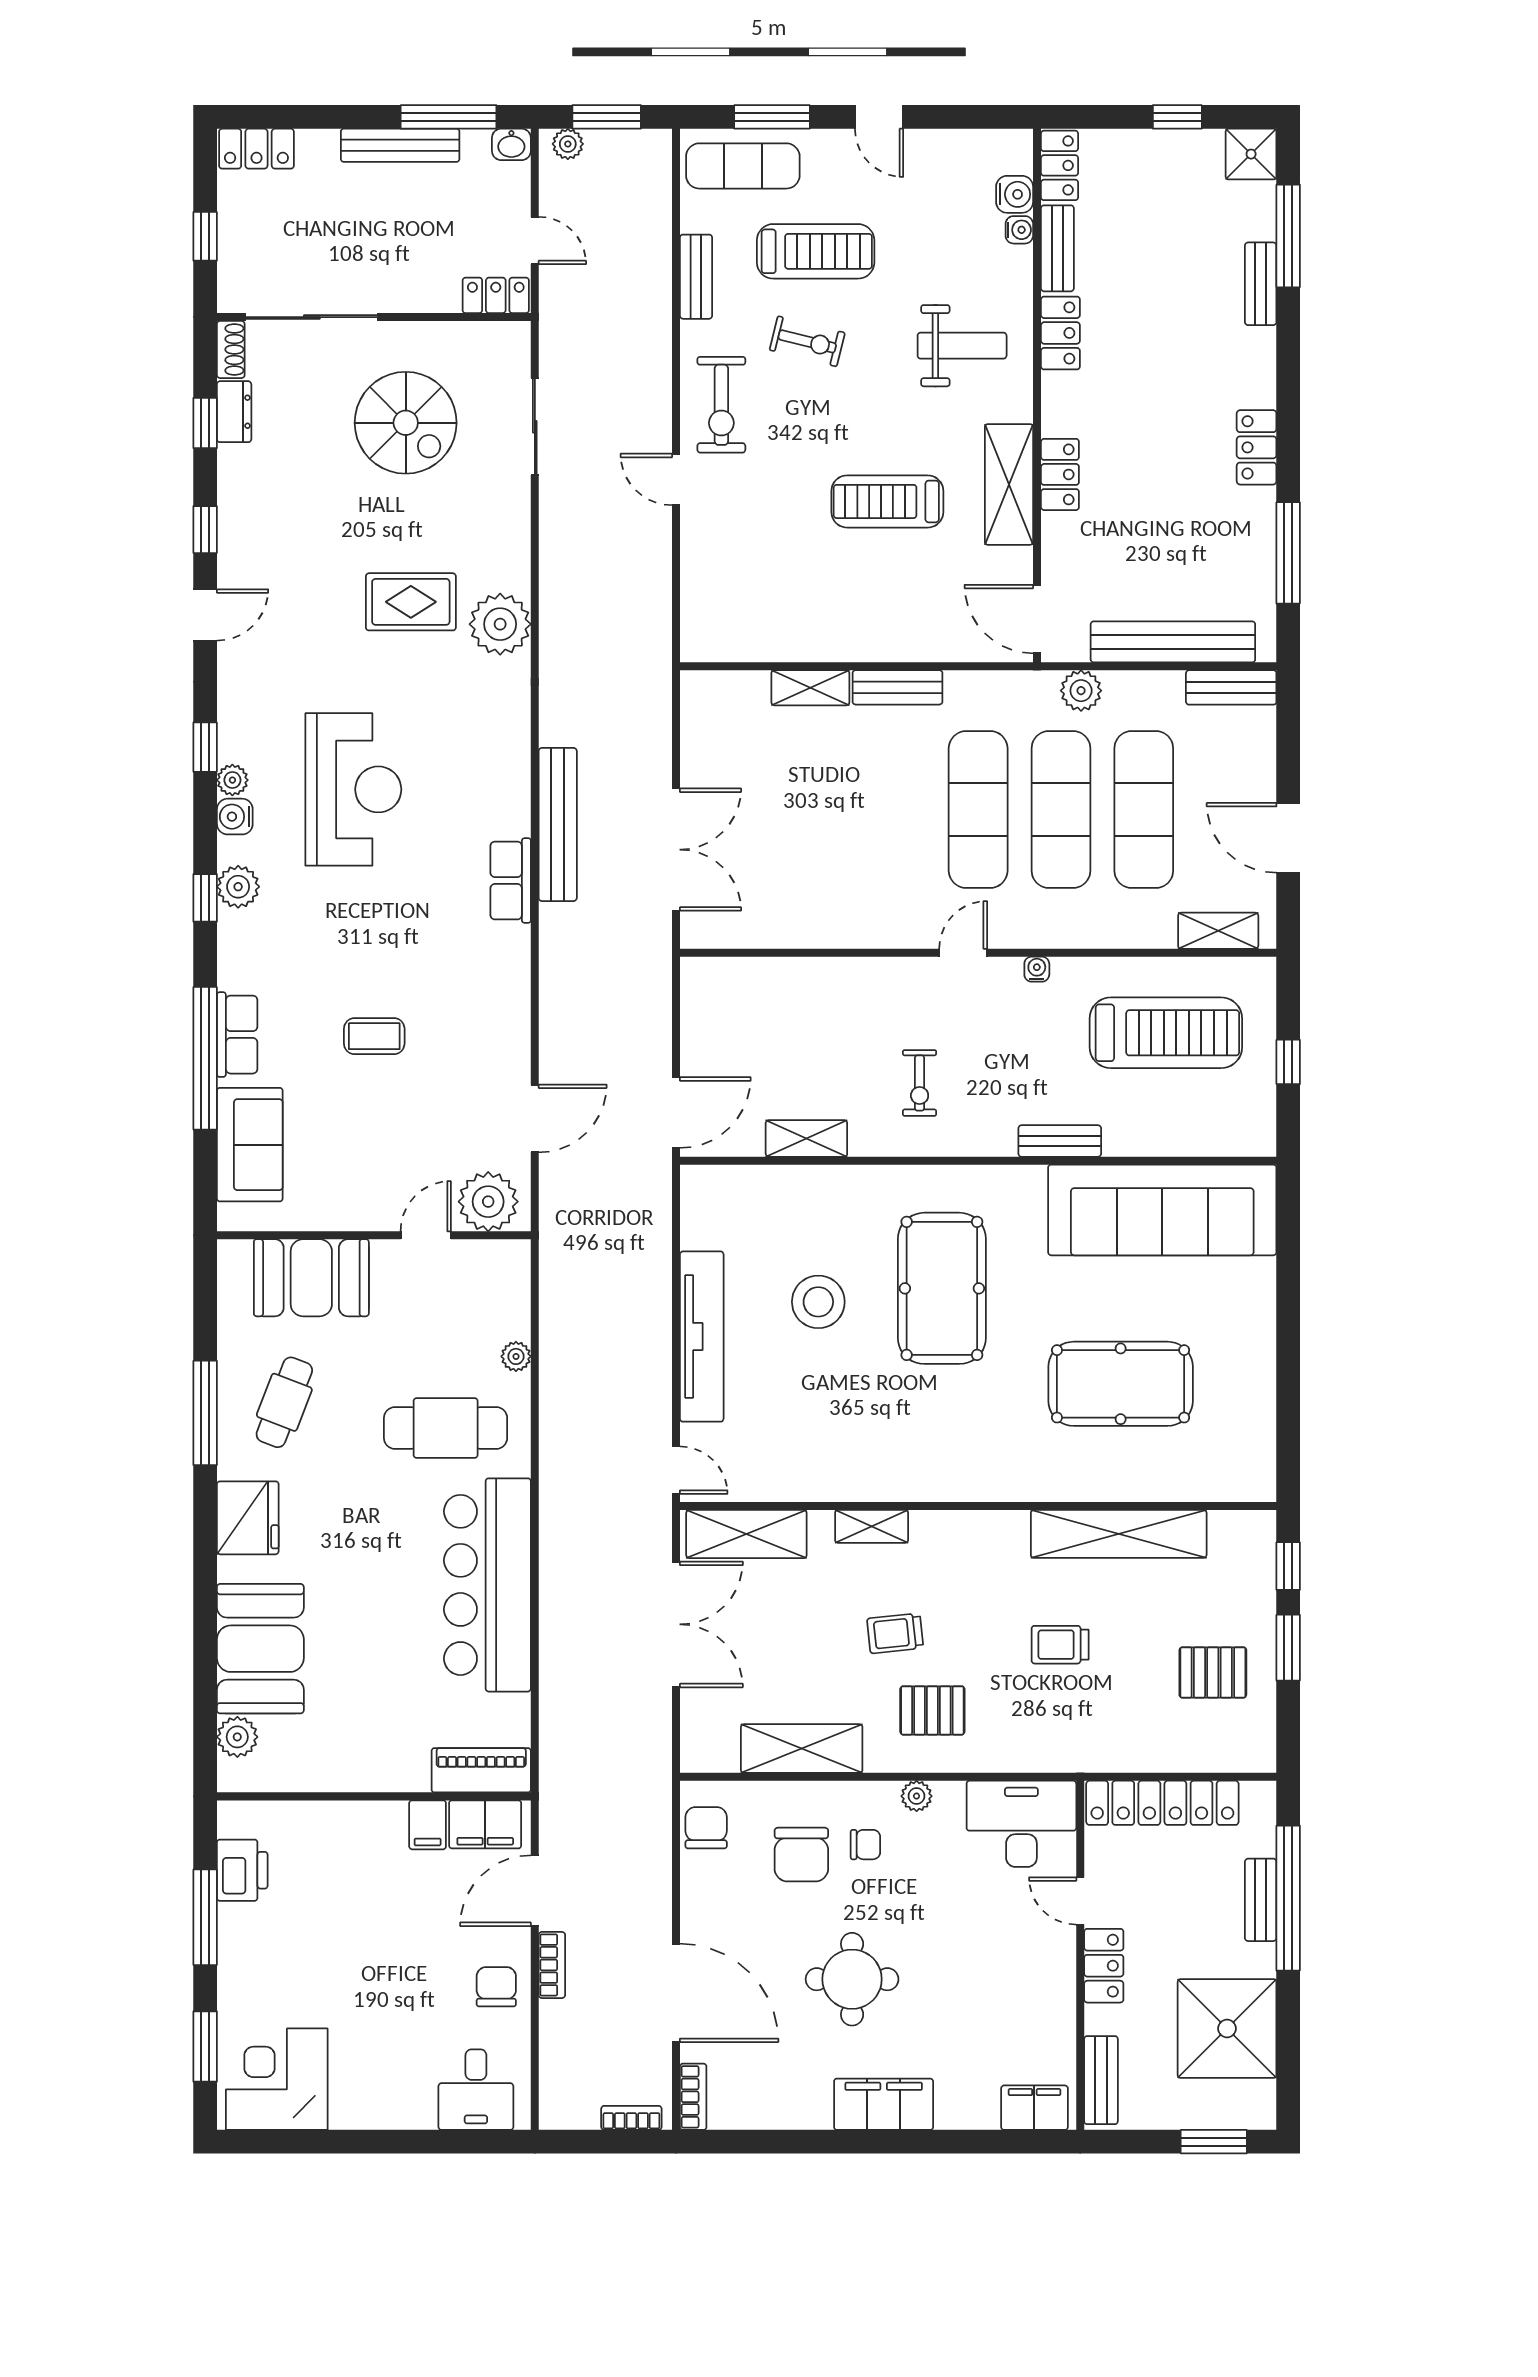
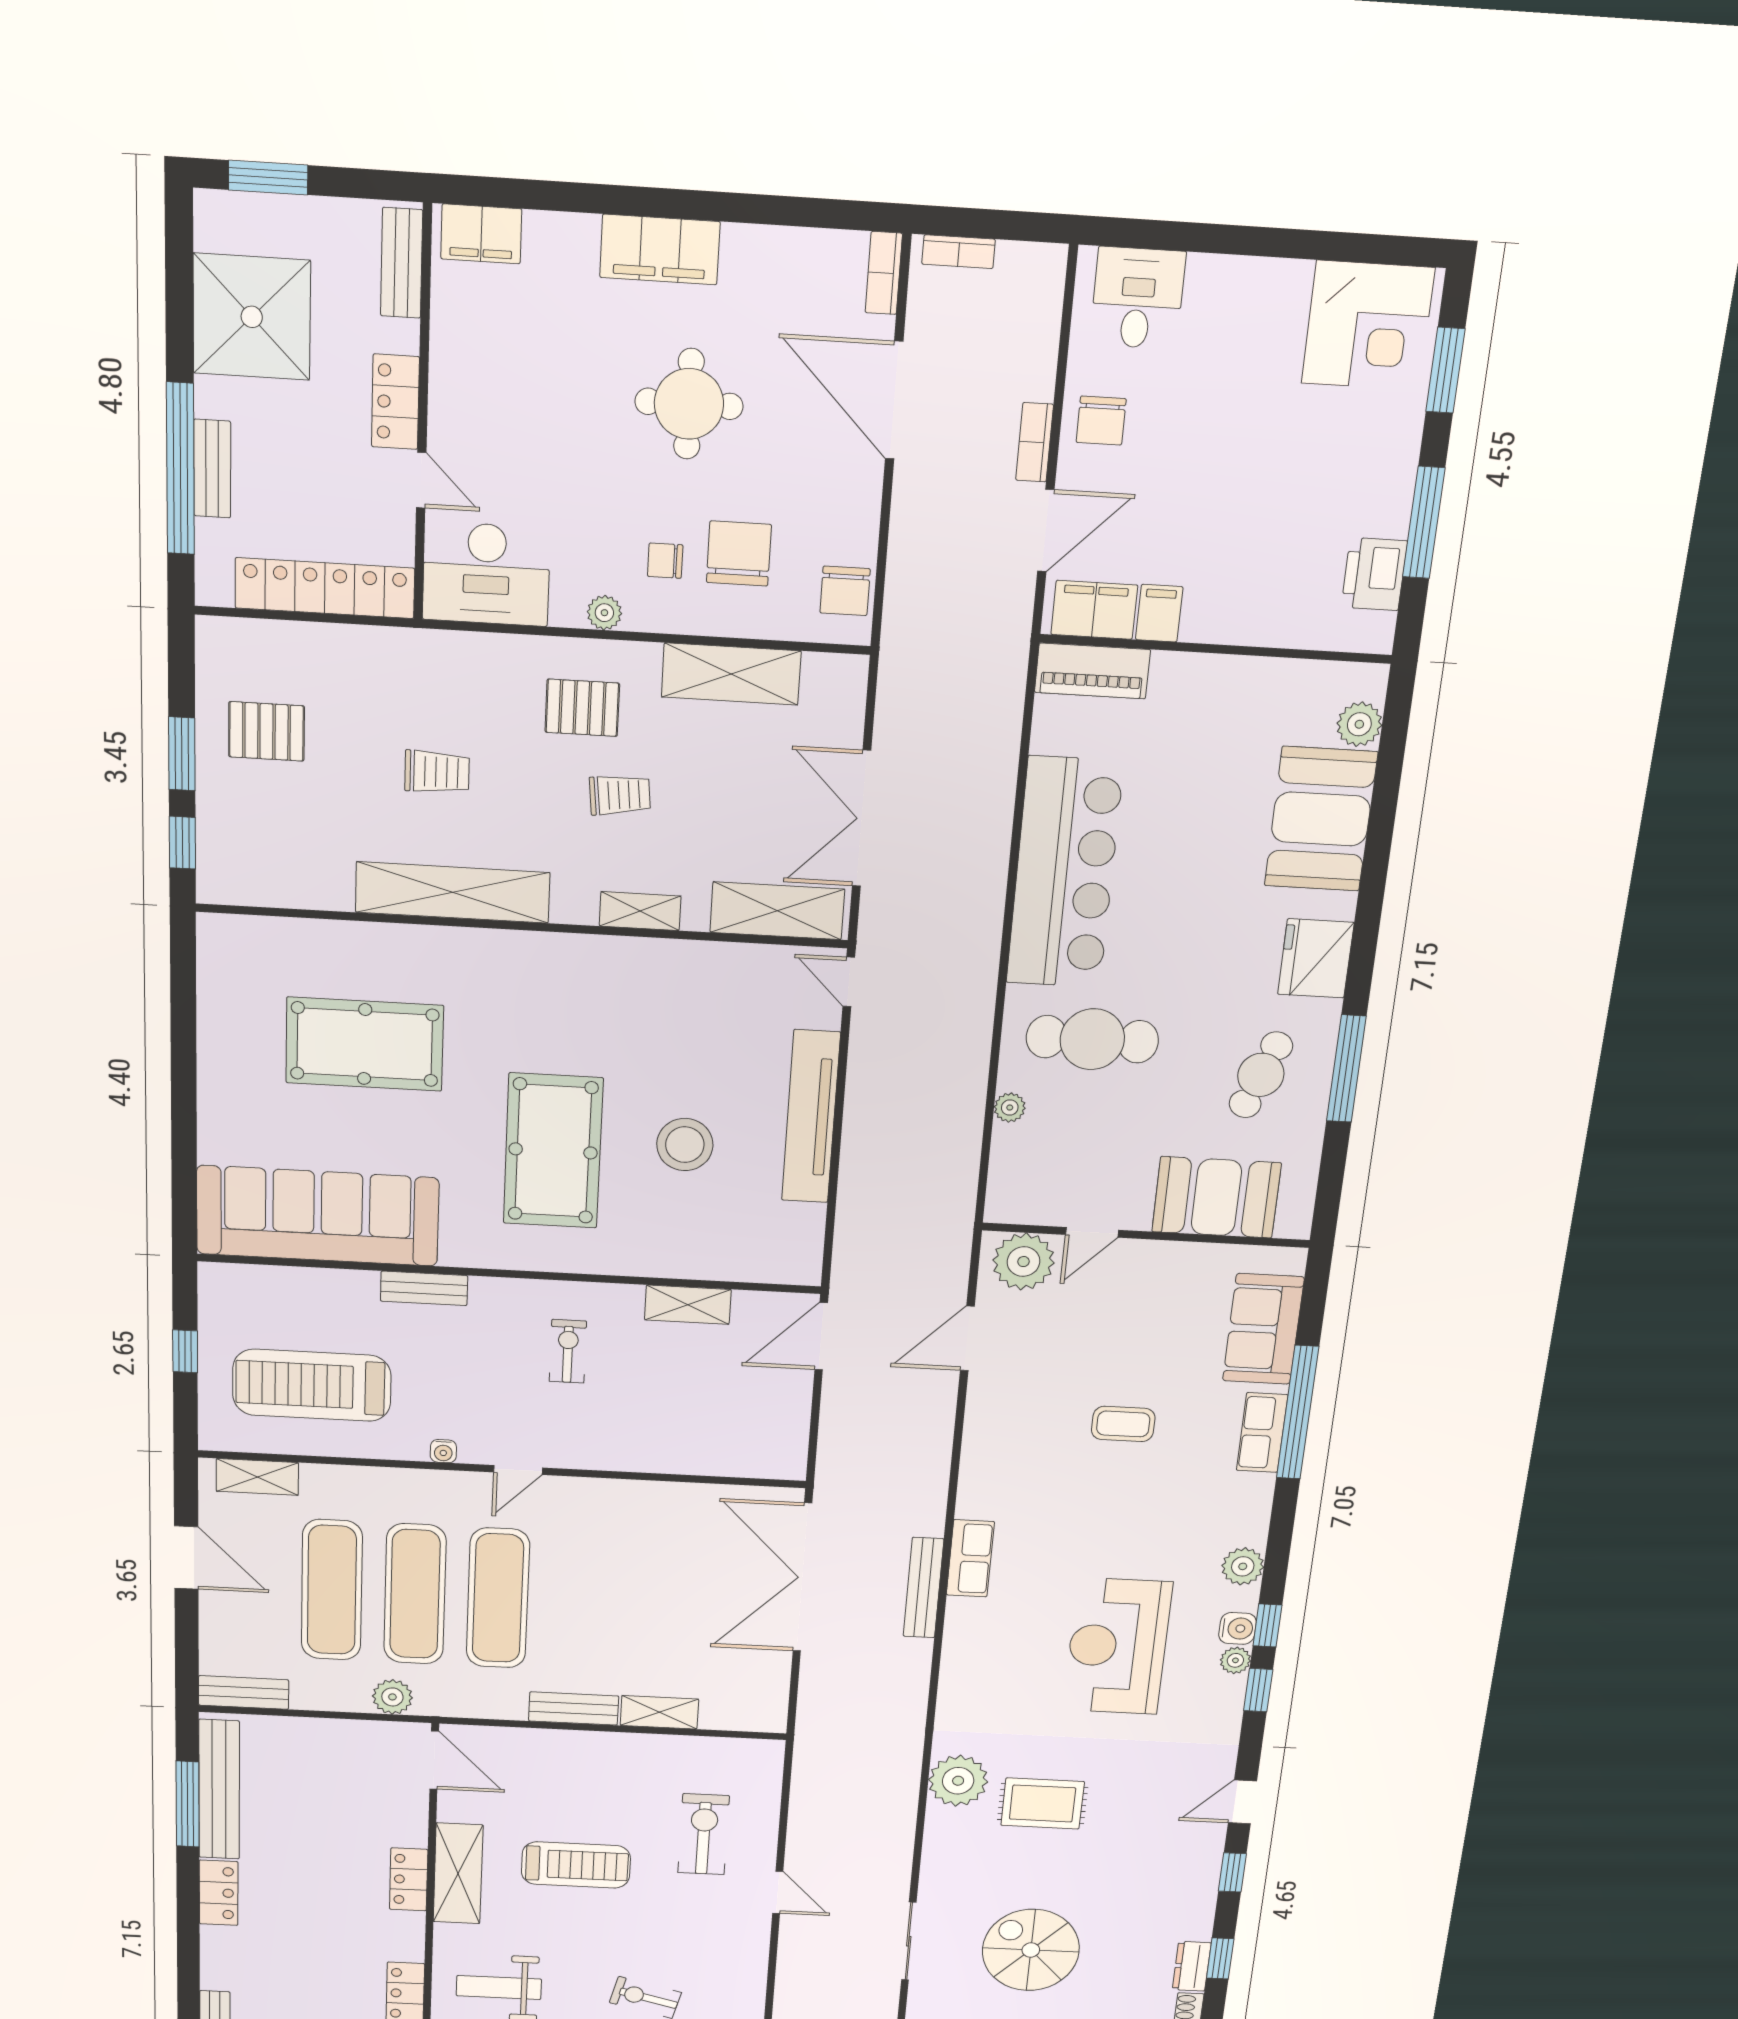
exercise bike: (721, 405) -> (704, 1834), moved
bench: (1173, 642) -> (219, 1790), moved, turned 90
bench: (558, 824) -> (923, 1588), width x0.73, depth x0.82
double door: (676, 850) -> (802, 1578), width x1.36
window: (205, 898) -> (1267, 1625), moved
shelving: (1119, 1534) -> (453, 892), moved

